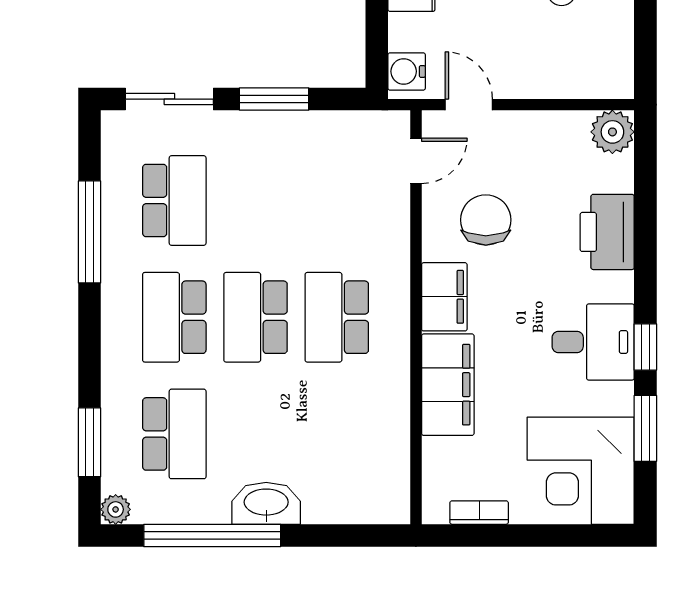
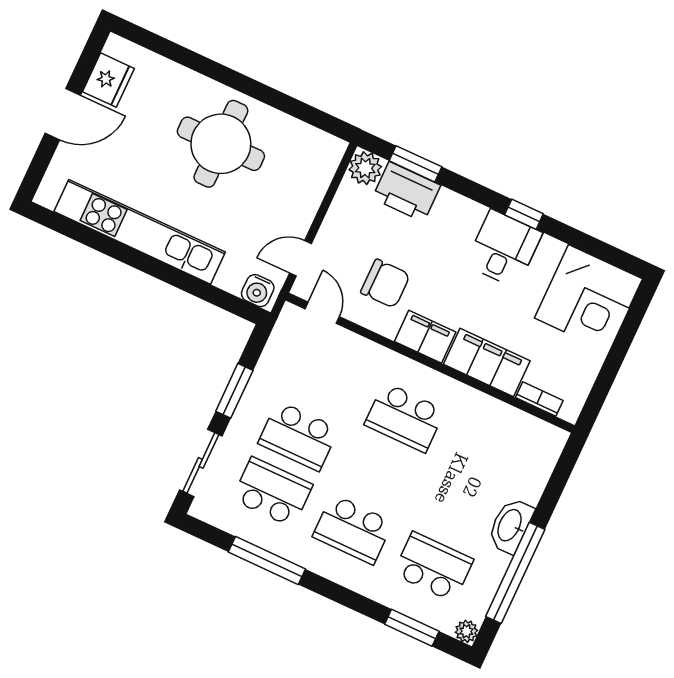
chair: (486, 220) -> (385, 284), turned 180
printer: (607, 232) -> (406, 192), moved
school desk: (256, 317) -> (298, 436), moved
window: (645, 428) -> (415, 164), moved
bookcase: (479, 513) -> (539, 399), moved, turned 90

